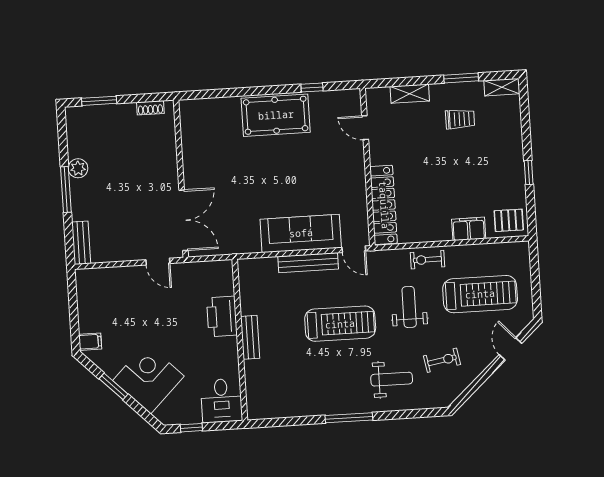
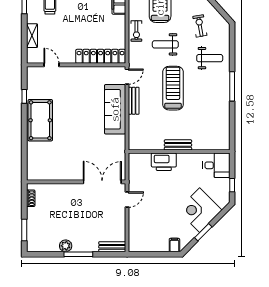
door: (365, 128) -> (52, 65), swing flipped
bench: (308, 263) -> (134, 101), width x0.73
weight bench: (392, 379) -> (210, 58), turned 90

